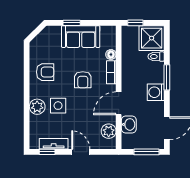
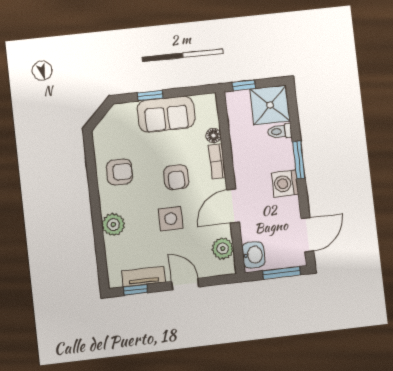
side table: (58, 106) -> (171, 219), moved
washbasin: (129, 124) -> (253, 255), moved

